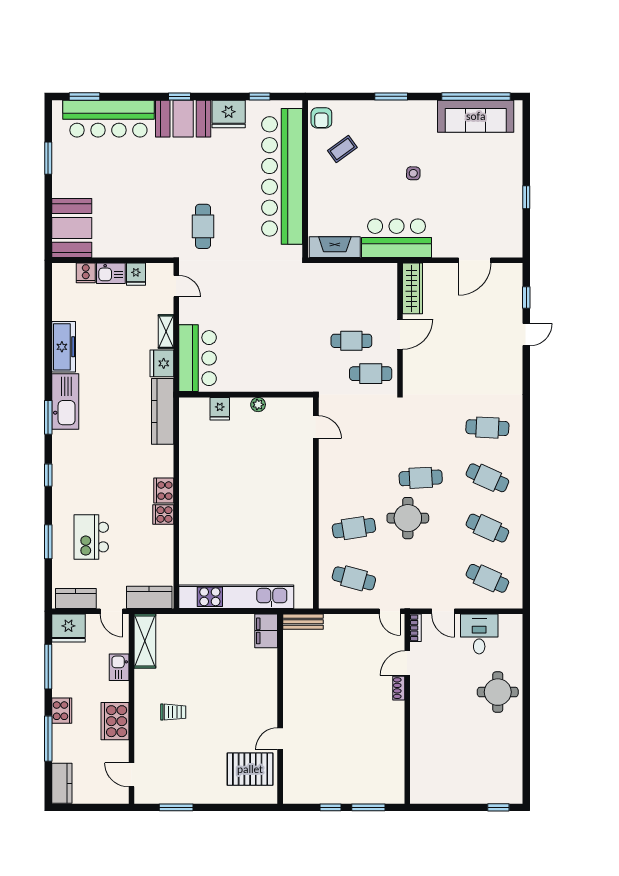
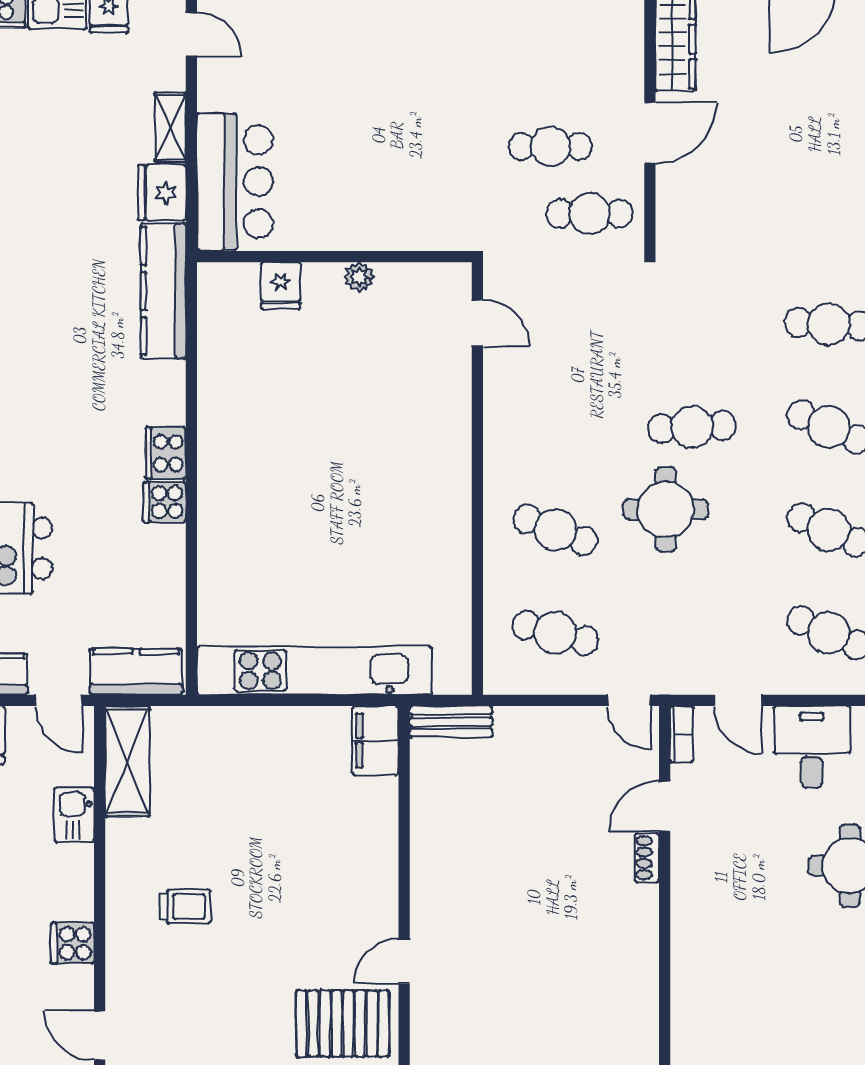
cafe table: (354, 528) -> (555, 530), turned 30
cooker: (115, 721) -> (73, 943), width x0.53, depth x0.76

